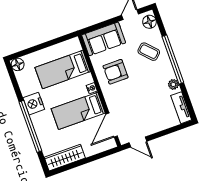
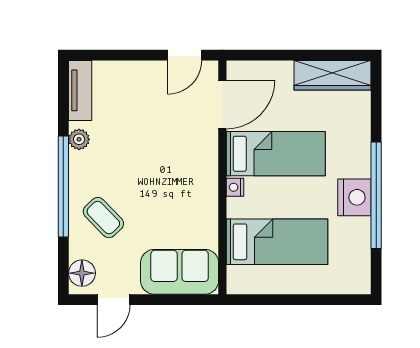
floor lamp: (18, 64) -> (358, 282), removed
armchair: (115, 72) -> (179, 202), removed
window: (30, 126) -> (376, 195), moved
door: (138, 142) -> (185, 55), swing flipped

